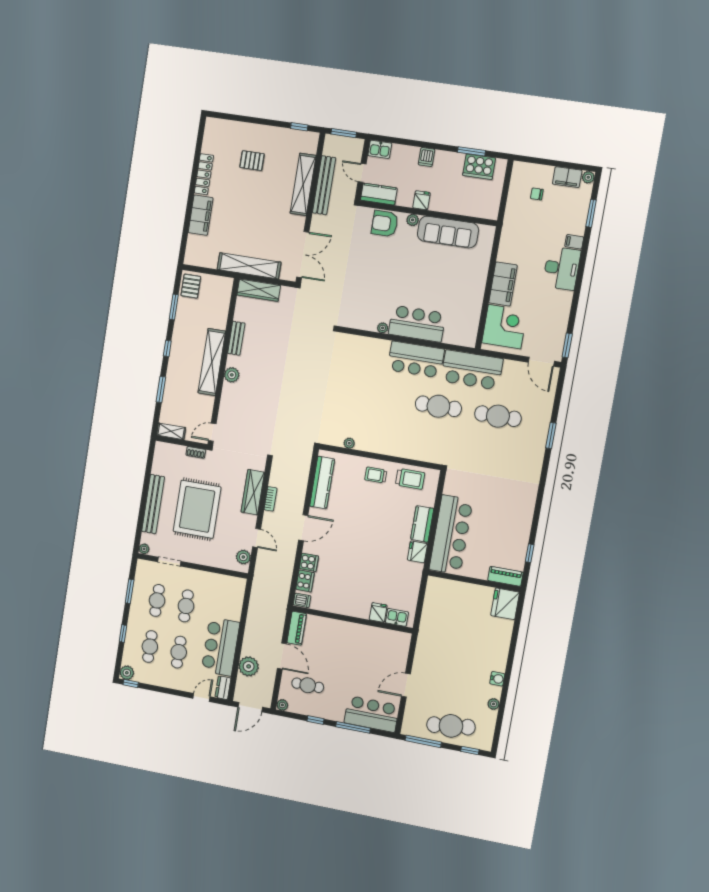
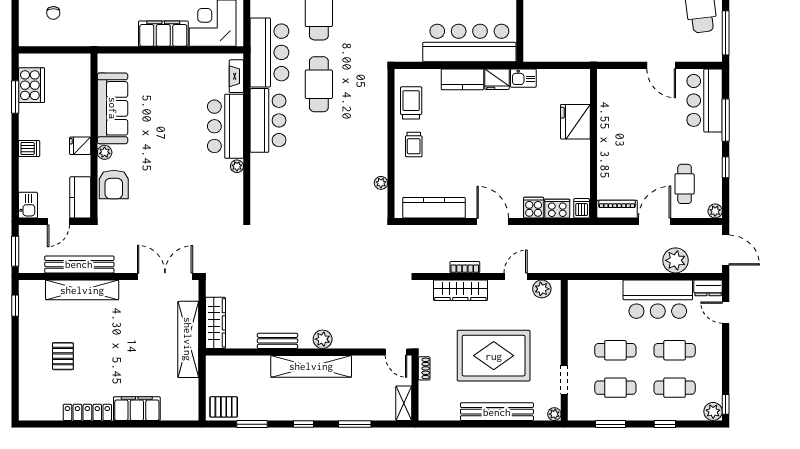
fireplace: (457, 339) -> (236, 76), added
fridge: (378, 612) -> (575, 122), width x1.88, depth x1.34
kitchen sink: (397, 617) -> (523, 78), moved, turned -90

